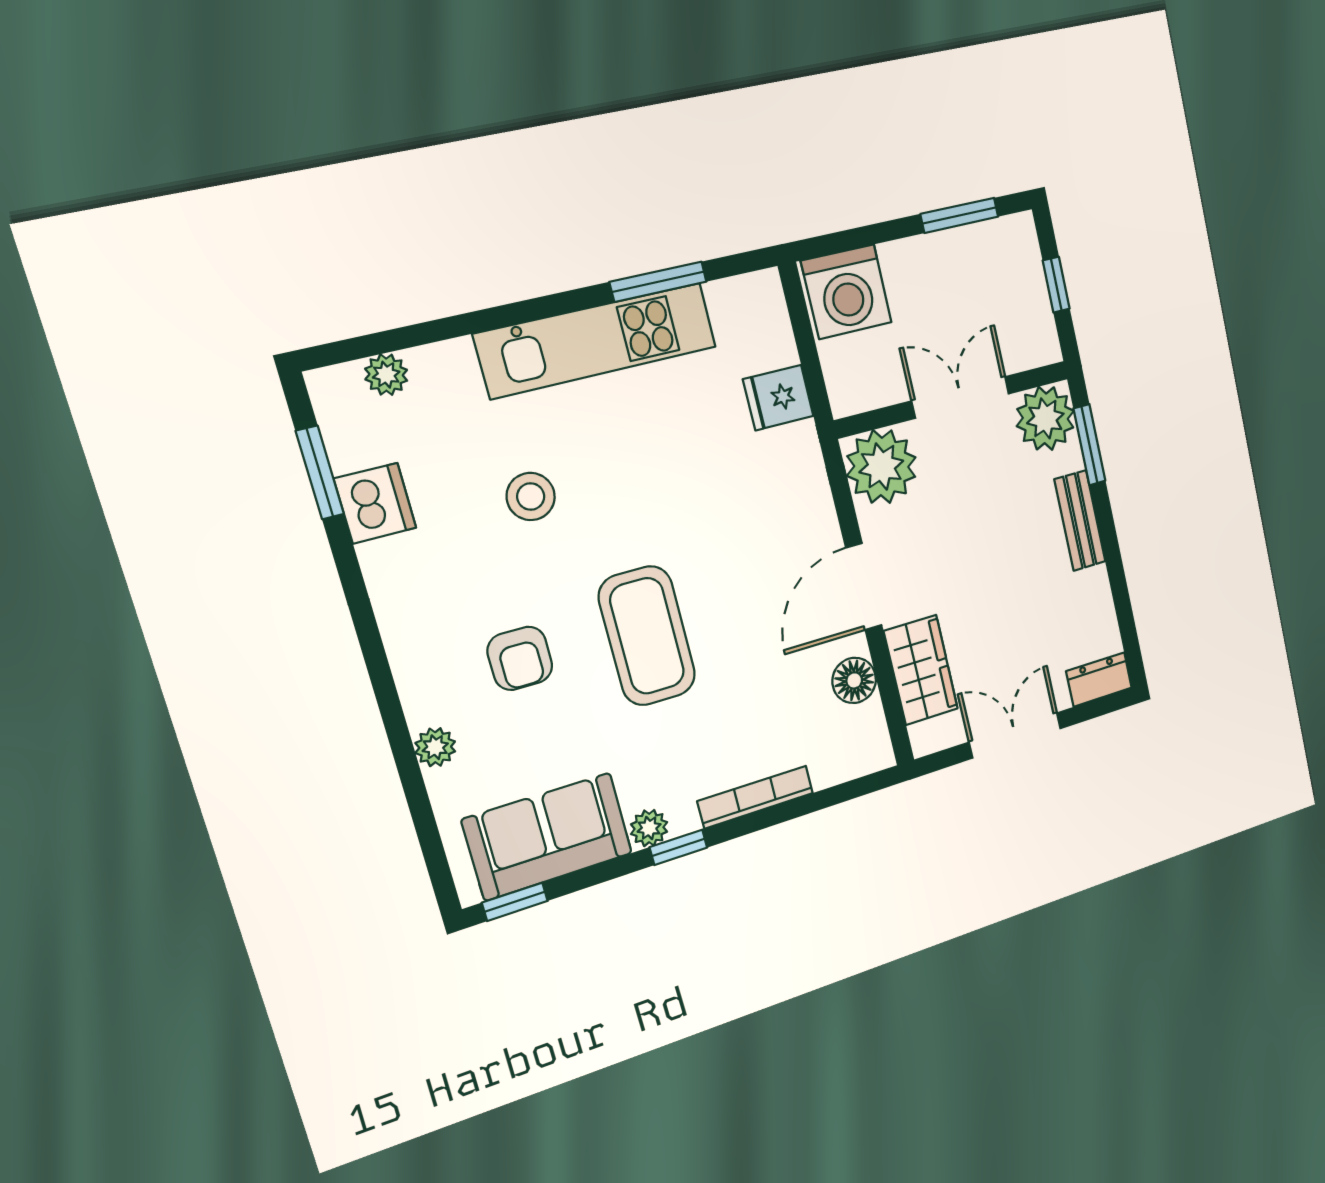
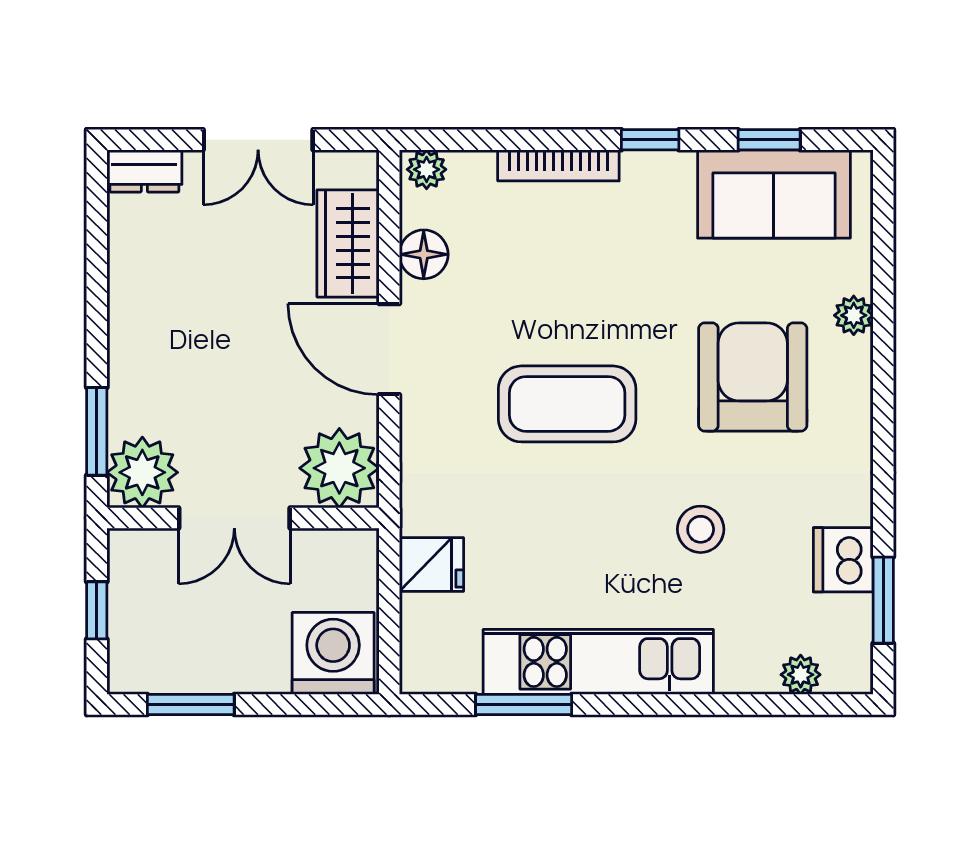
bench: (1080, 521) -> (127, 352), removed
door: (864, 587) -> (389, 349), swing flipped
coffee table: (647, 636) -> (567, 404), moved, turned 90
armchair: (520, 658) -> (753, 377), width x1.88, depth x1.88
plant: (649, 828) -> (427, 169), moved
window: (515, 902) -> (769, 140), moved

